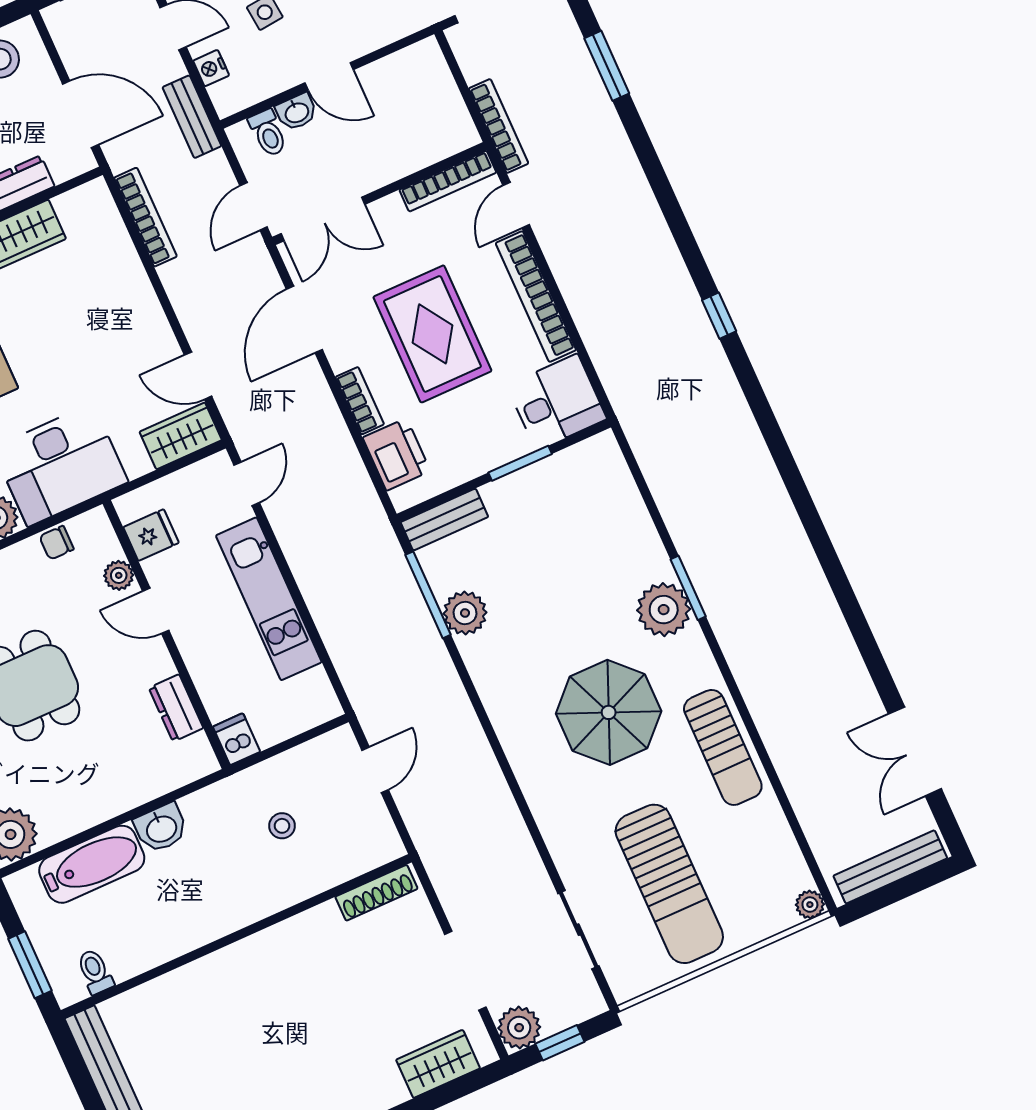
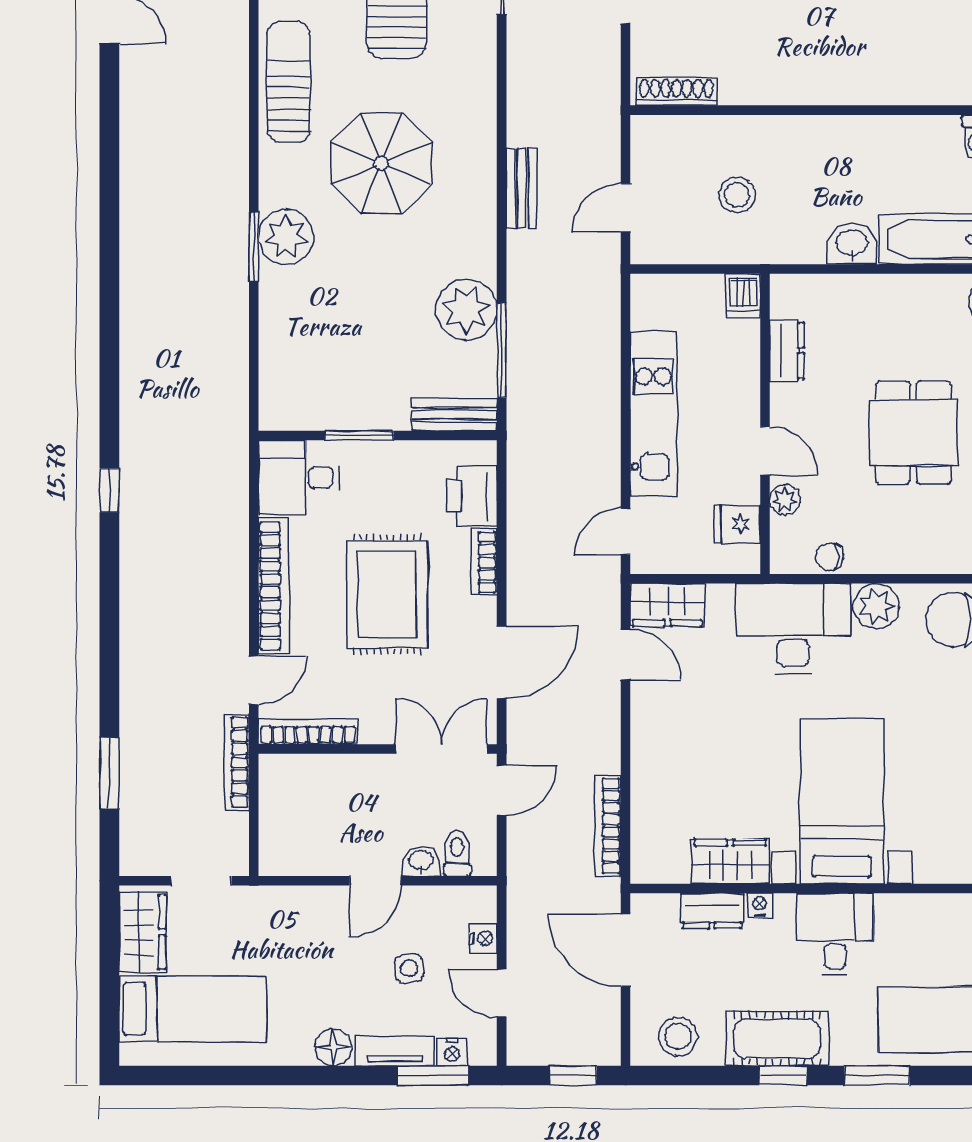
door: (329, 76) -> (375, 881), swing flipped
bench: (192, 117) -> (522, 188), moved
chair: (57, 543) -> (830, 557), turned 180
plant: (465, 613) -> (466, 310), width x1.36, depth x1.36
stool: (282, 826) -> (737, 195), width x1.37, depth x1.37

